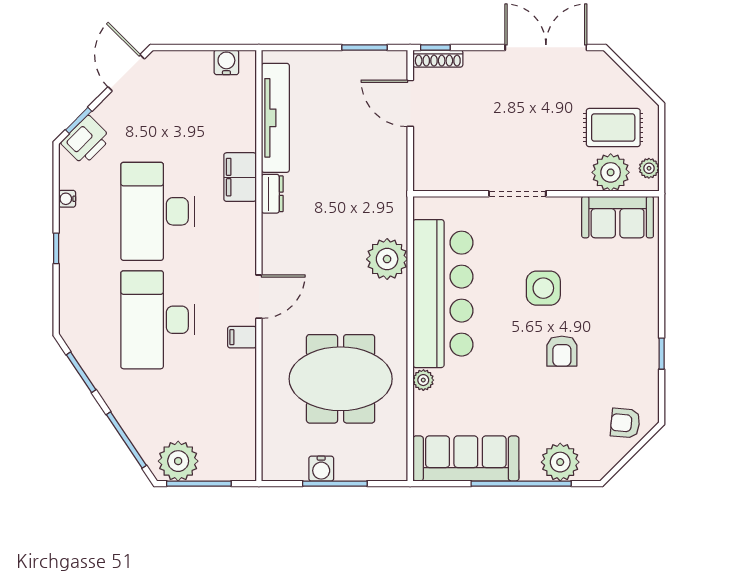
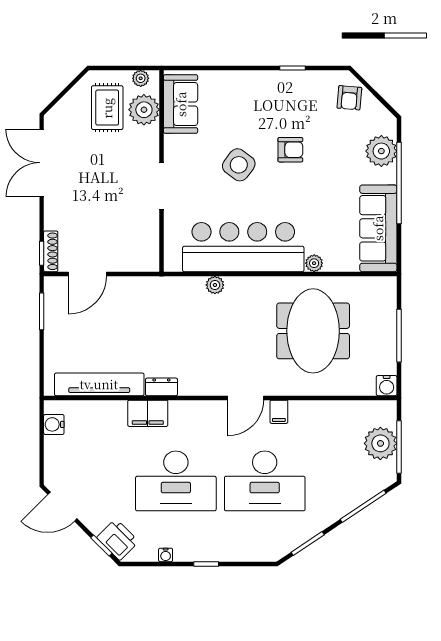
plant: (387, 259) -> (215, 285), width x0.53, depth x0.53
side table: (543, 288) -> (239, 165), turned 37
door: (259, 297) -> (246, 398), swing flipped
plant: (178, 461) -> (380, 443), moved
water cooler: (321, 469) -> (387, 386), moved, turned 90

